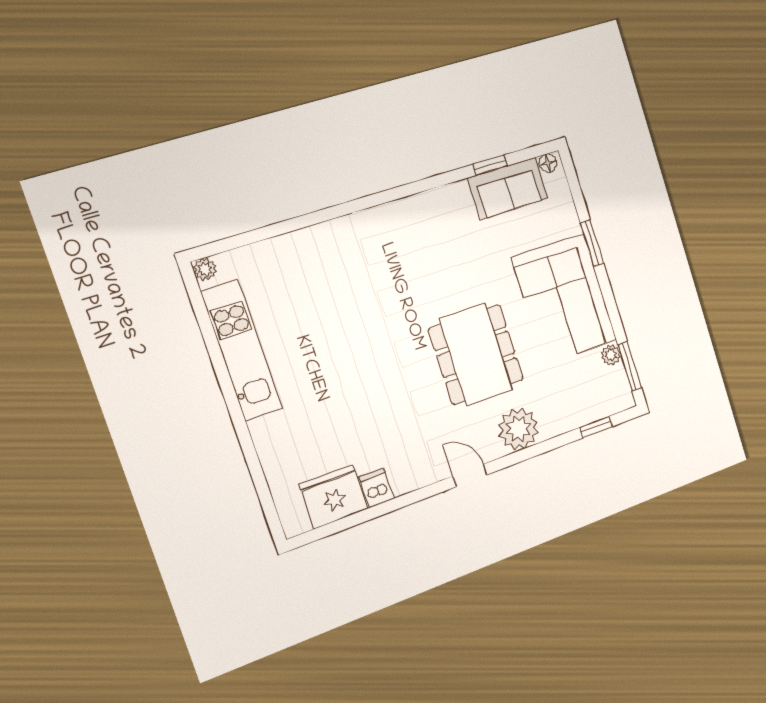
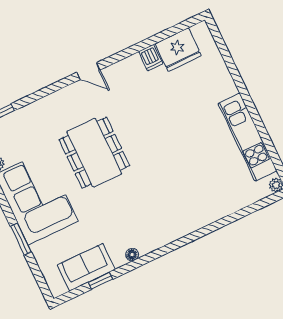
floor lamp: (548, 163) -> (132, 255), moved
plant: (518, 429) -> (58, 106), removed

